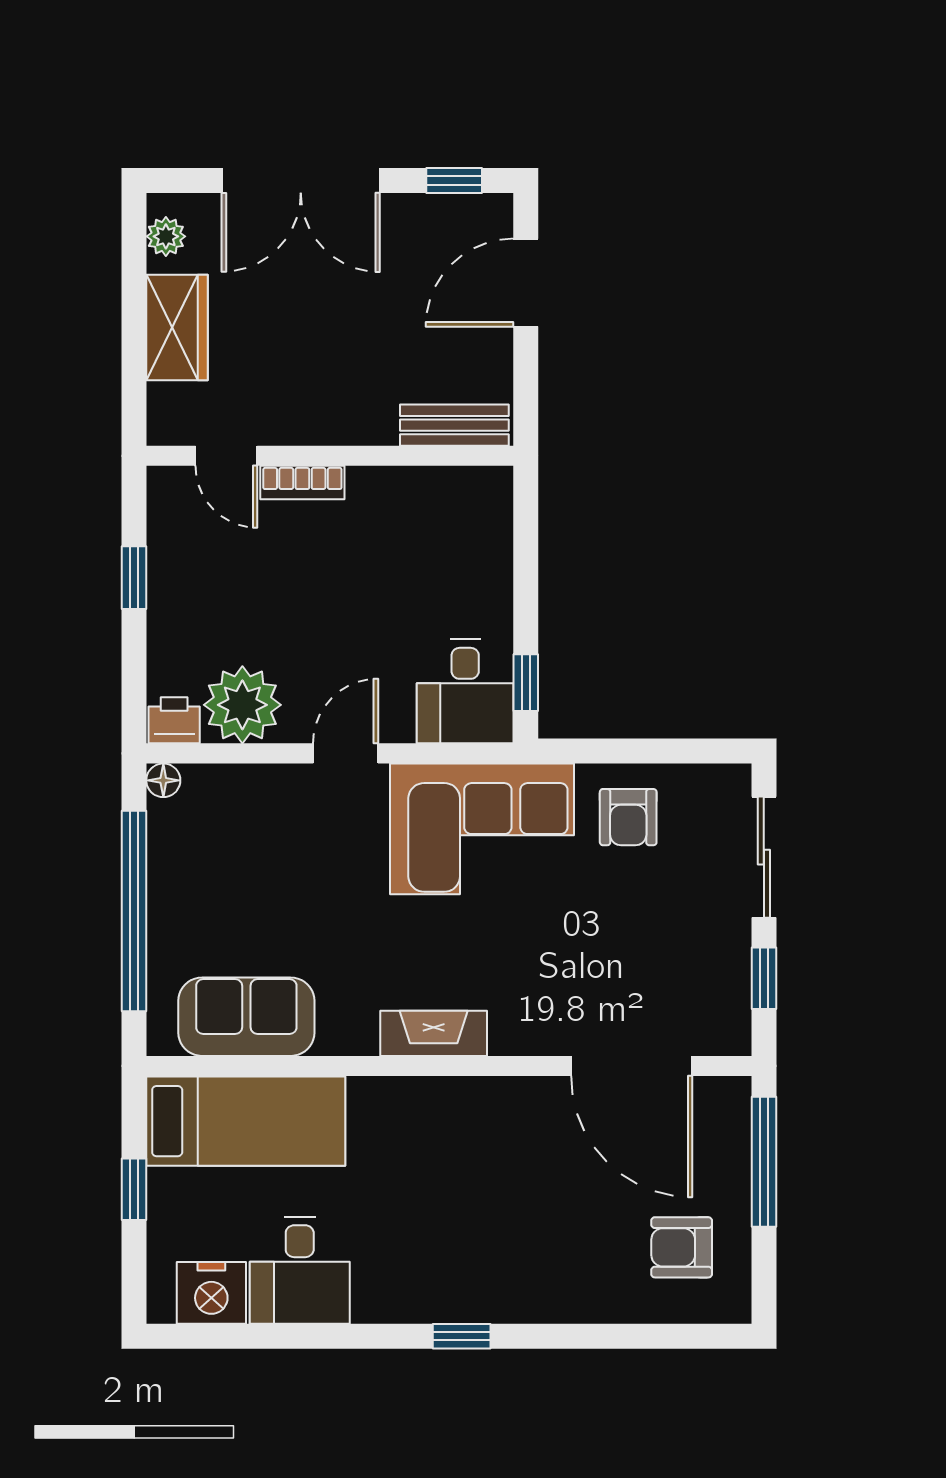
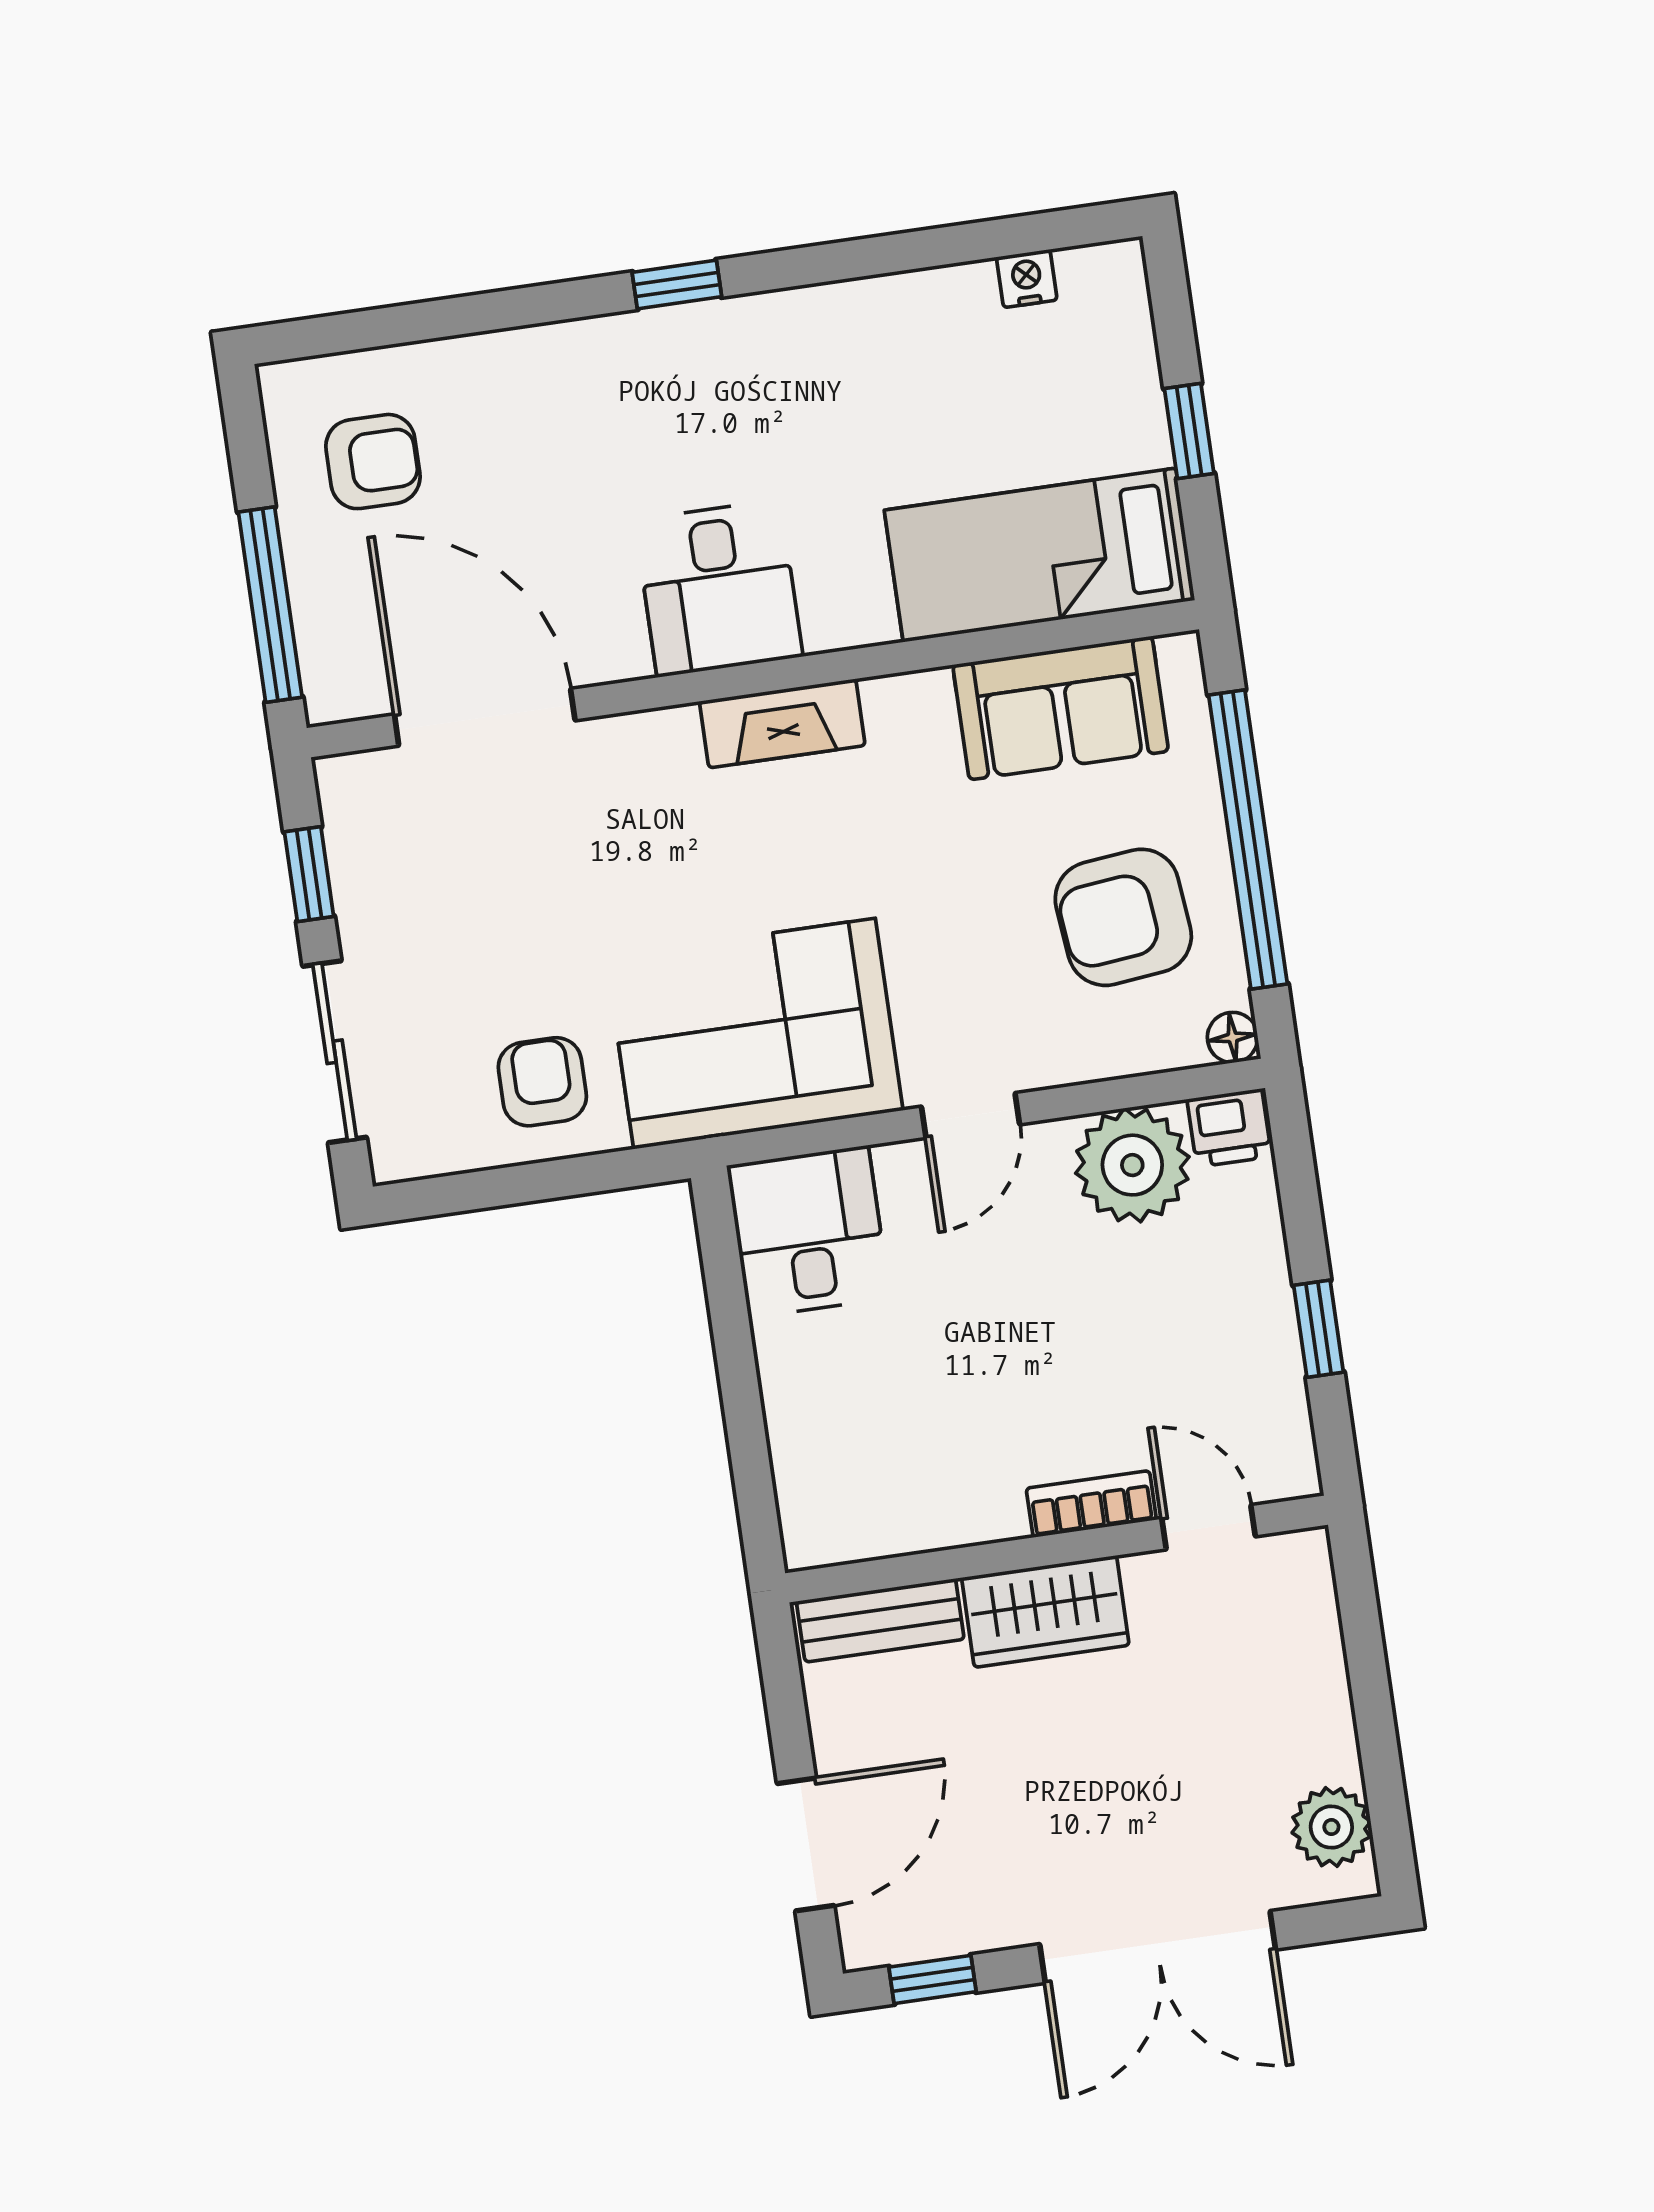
double door: (301, 180) -> (1158, 1947), swing flipped
plant: (166, 236) -> (1331, 1827), width x1.38, depth x1.38
wardrobe: (177, 327) -> (1045, 1611), moved, turned -90
window: (526, 683) -> (721, 1258), removed
armchair: (225, 871) -> (1123, 917), added
desk: (300, 1270) -> (719, 588), moved, turned 180
nightstand: (211, 1293) -> (1027, 279), width x0.53, depth x0.56

